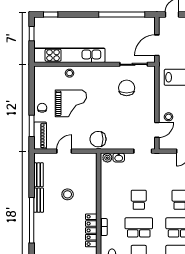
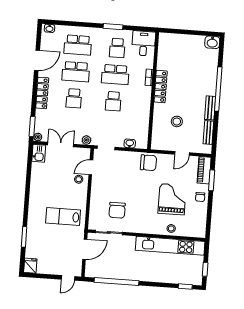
grand piano: (71, 103) -> (172, 199), turned 90
plant: (107, 158) -> (86, 140), moved
stool: (68, 194) -> (177, 121), moved
locker: (91, 230) -> (161, 87), moved

